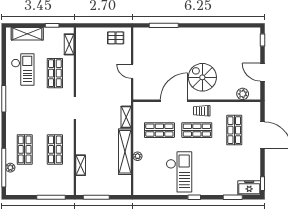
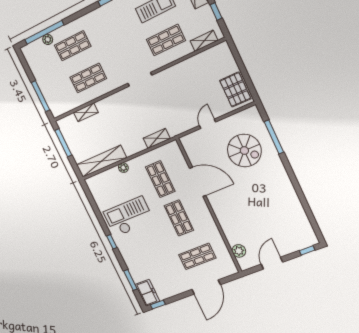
pallet: (116, 38) -> (235, 90), width x1.50, depth x1.42
spiral stairs: (202, 77) -> (244, 151), moved, turned 90
trolley: (202, 111) -> (201, 215), removed
shelving: (125, 152) -> (101, 161), moved
checkout: (179, 172) -> (129, 217), turned 180

